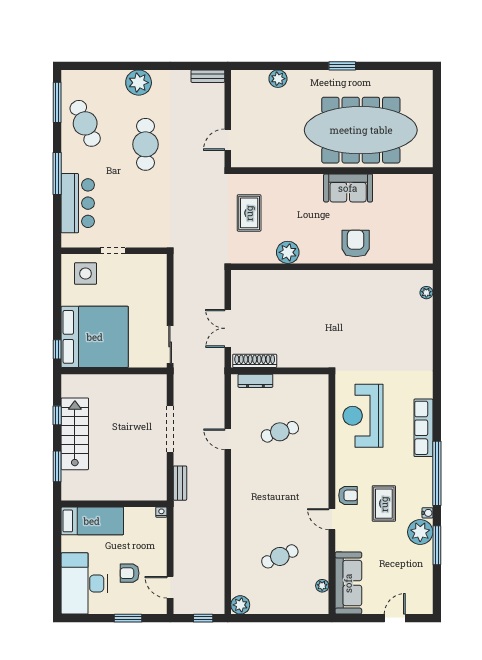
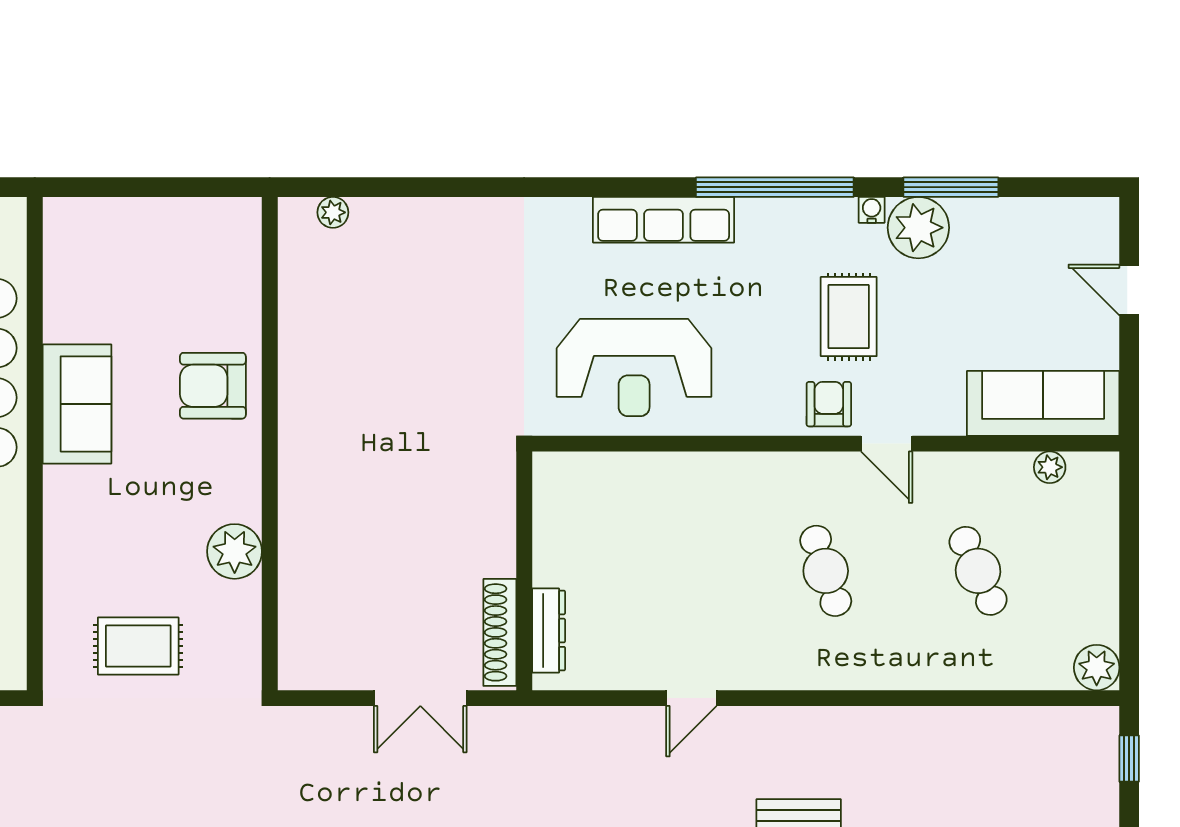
cafe table: (280, 432) -> (826, 571), moved
rug: (384, 504) -> (849, 317), turned 90
door: (332, 519) -> (887, 444), hinge flipped

